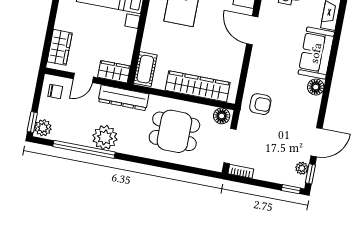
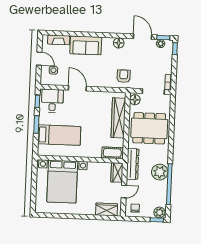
door: (252, 30) -> (77, 88), swing flipped
door: (83, 78) -> (124, 191), hinge flipped
floor lamp: (316, 87) -> (119, 43), moved
dining table: (174, 131) -> (149, 128), width x1.38

